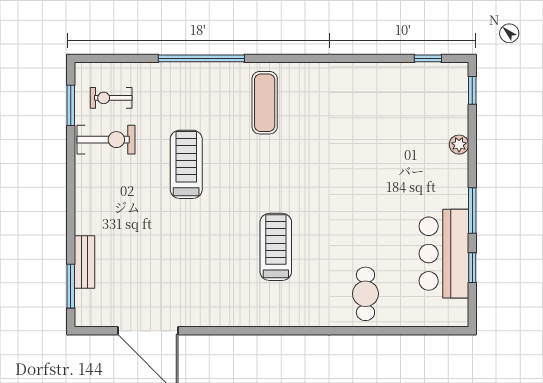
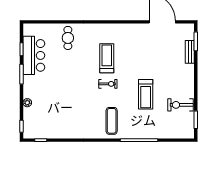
exercise bike: (111, 98) -> (108, 84), moved
treadmill: (276, 247) -> (107, 58), turned 180

